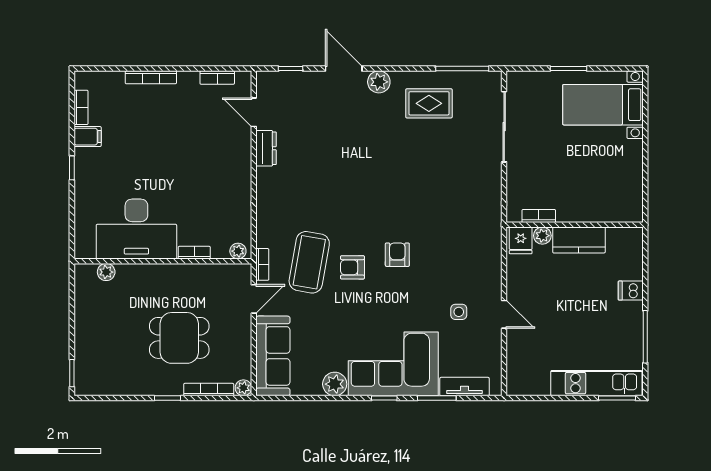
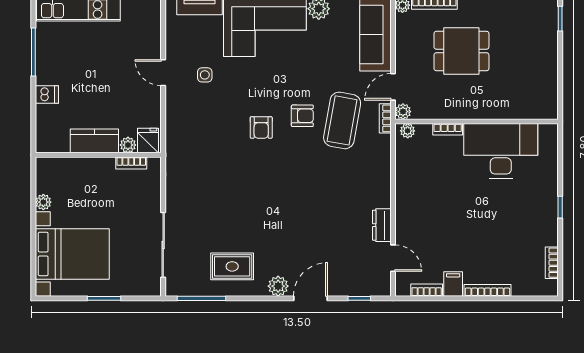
door: (344, 69) -> (311, 298), swing flipped
bed with nightstands: (603, 105) -> (72, 254), width x1.36
filing cabinet: (88, 137) -> (453, 284), moved, turned 90
plant: (635, 173) -> (43, 202), added
plant: (106, 272) -> (403, 112), moved

